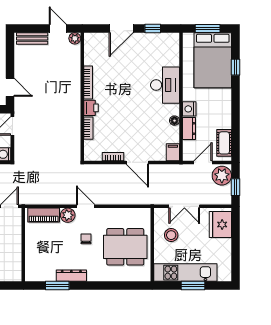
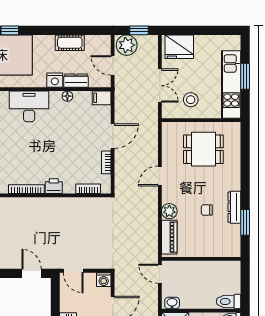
door: (10, 87) -> (32, 273), hinge flipped
bookcase: (88, 128) -> (88, 189), moved
cot: (224, 143) -> (70, 43), moved
door: (86, 206) -> (160, 176), moved
chair: (86, 239) -> (207, 210), moved
dining table: (125, 247) -> (203, 149), width x0.73

